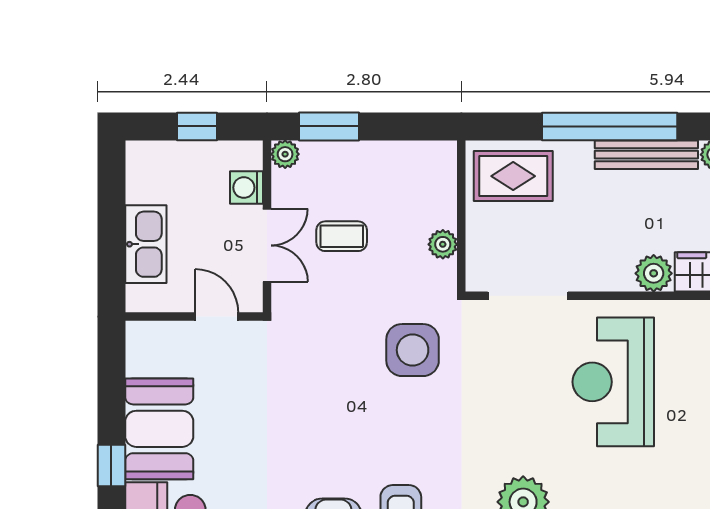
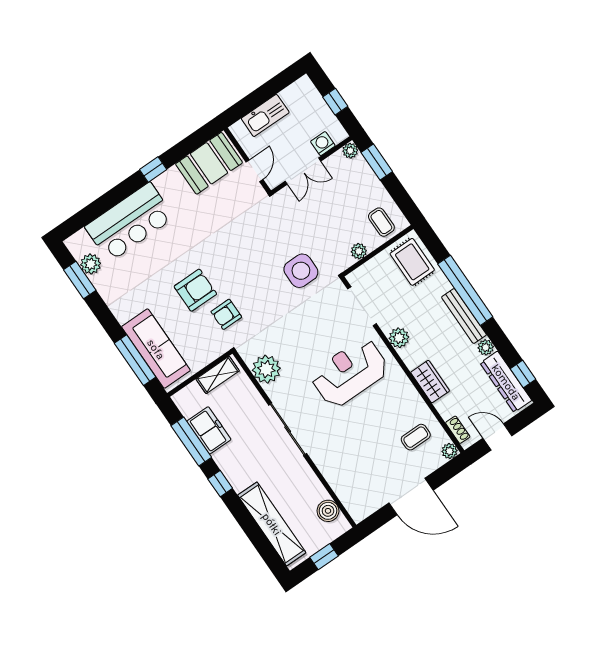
coffee table: (342, 236) -> (381, 222), moved
plant: (654, 273) -> (399, 338), moved
booth: (159, 429) -> (209, 163), moved

